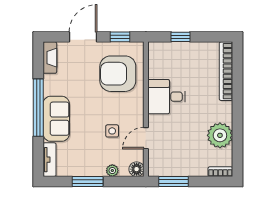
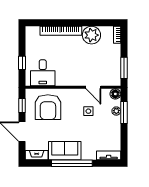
bookcase: (226, 71) -> (61, 31), moved
desk: (166, 97) -> (43, 73), moved
sofa: (56, 119) -> (65, 151), moved
window: (88, 181) -> (124, 113), moved

